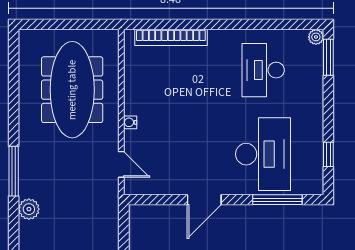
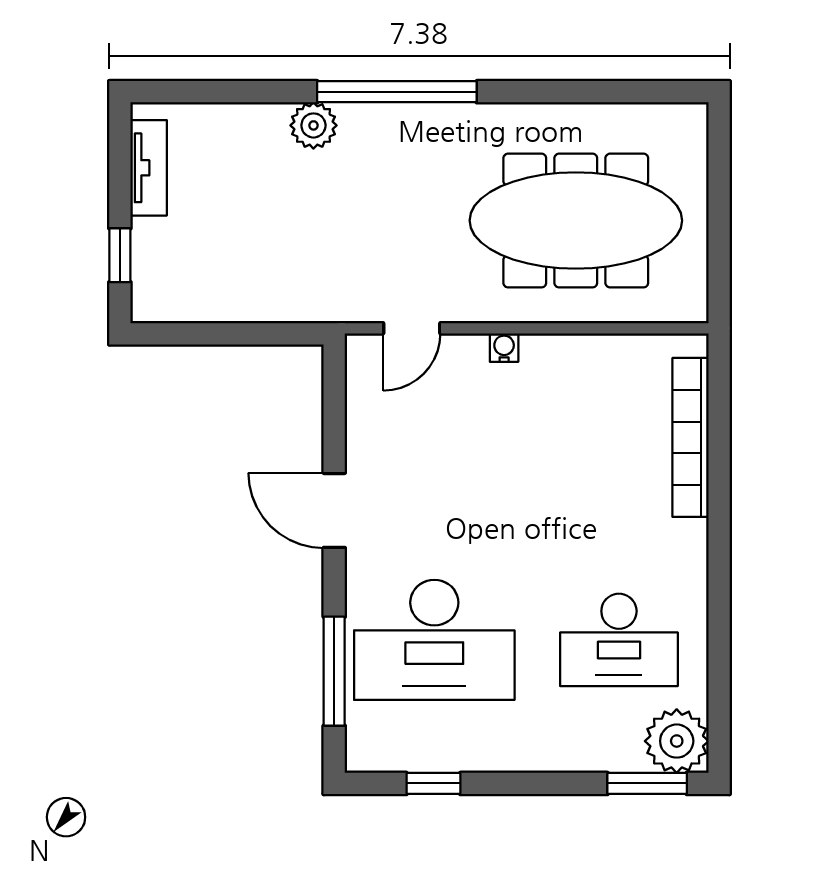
plant: (316, 37) -> (677, 741), width x1.87, depth x1.87
desk: (263, 70) -> (619, 640), turned 180
window: (14, 171) -> (397, 92), width x1.46

